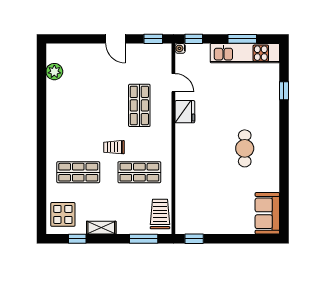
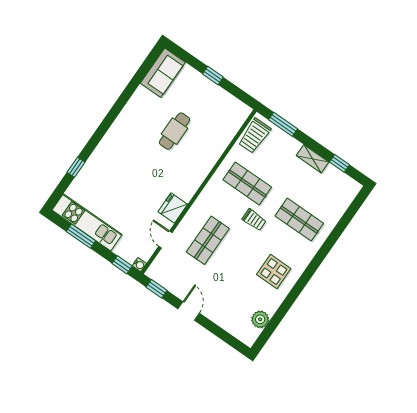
cafe table: (245, 148) -> (174, 131), moved
display table: (63, 214) -> (274, 272), moved
window: (194, 239) -> (213, 75), moved

